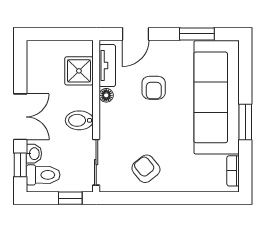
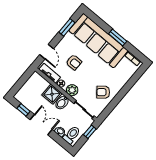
shower: (79, 71) -> (52, 94), moved
plant: (110, 120) -> (72, 90), added
window: (20, 165) -> (23, 110), moved

